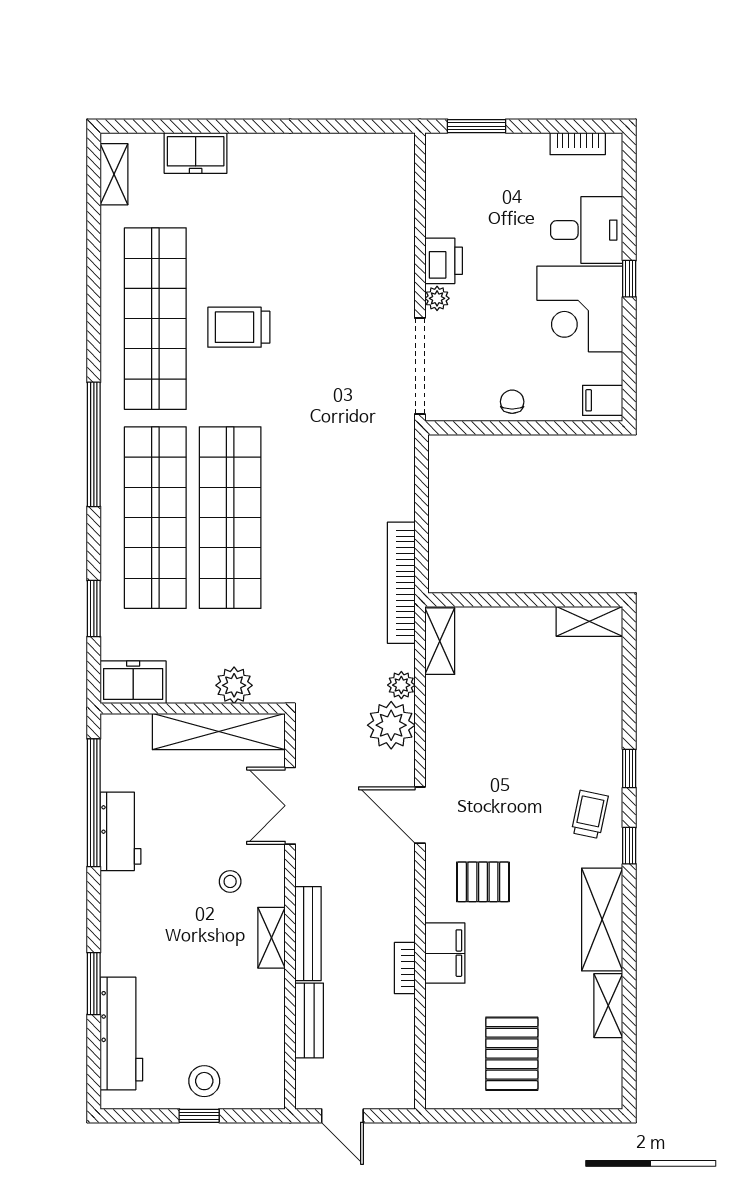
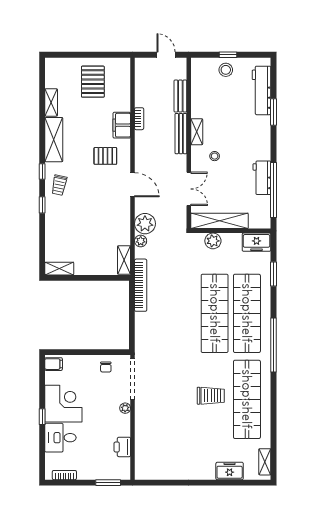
printer: (444, 261) -> (122, 447), moved
chair: (512, 402) -> (106, 367), moved

